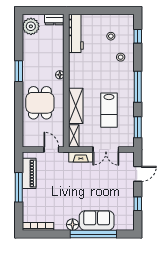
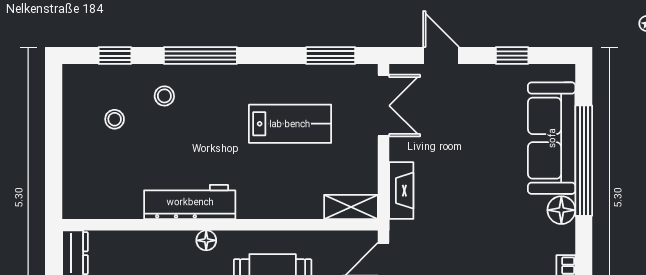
workbench: (76, 33) -> (190, 202), moved
window: (138, 87) -> (200, 56), moved
shelving: (76, 106) -> (280, 202), removed
double door: (106, 150) -> (384, 106), moved
sofa: (97, 220) -> (552, 138), width x1.36

